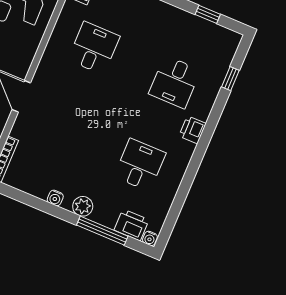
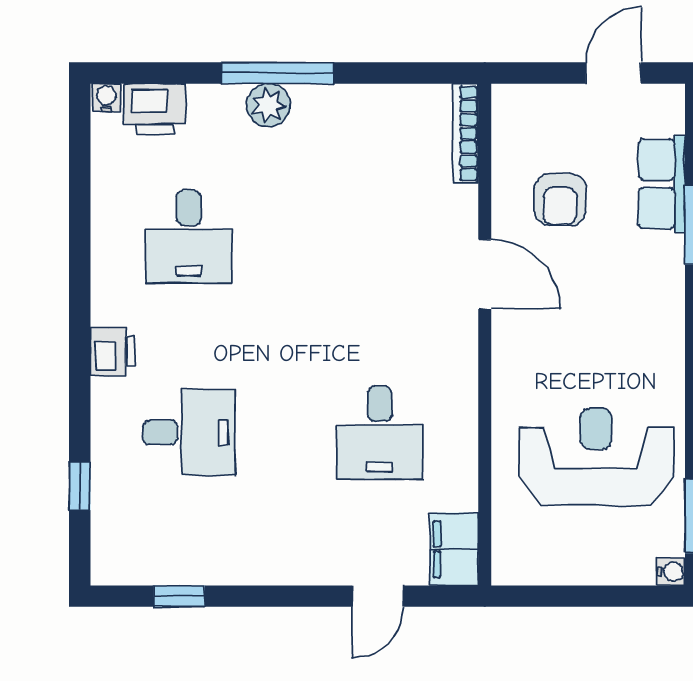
desk: (175, 82) -> (189, 432), turned 90
water cooler: (55, 198) -> (331, 99), removed
window: (102, 231) -> (277, 73), moved

